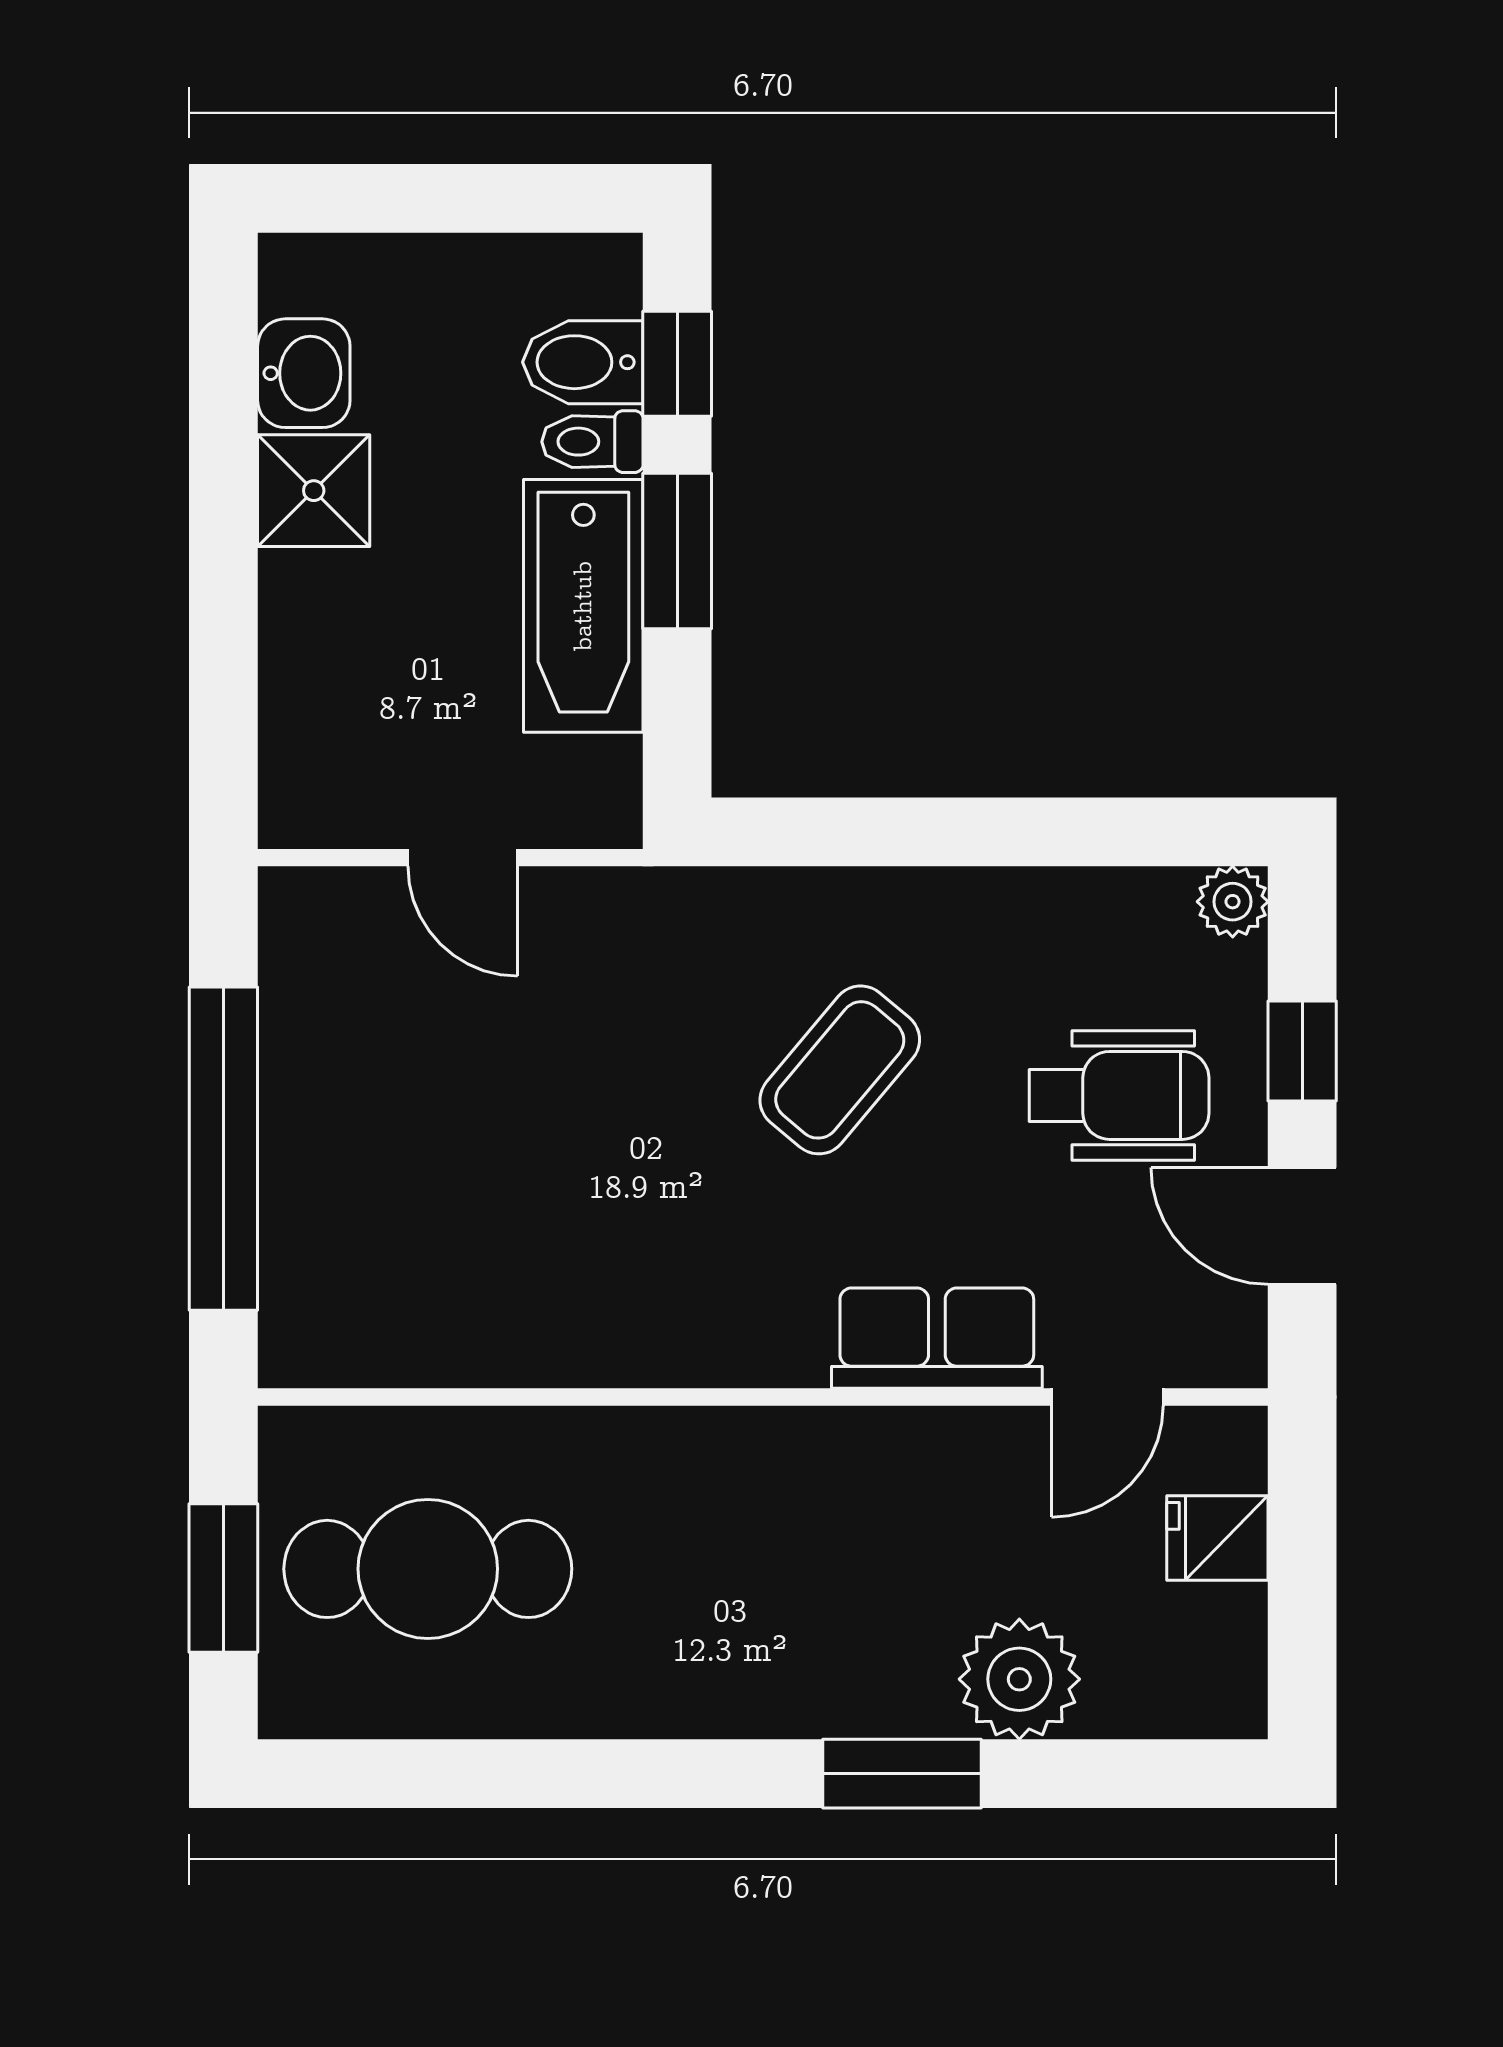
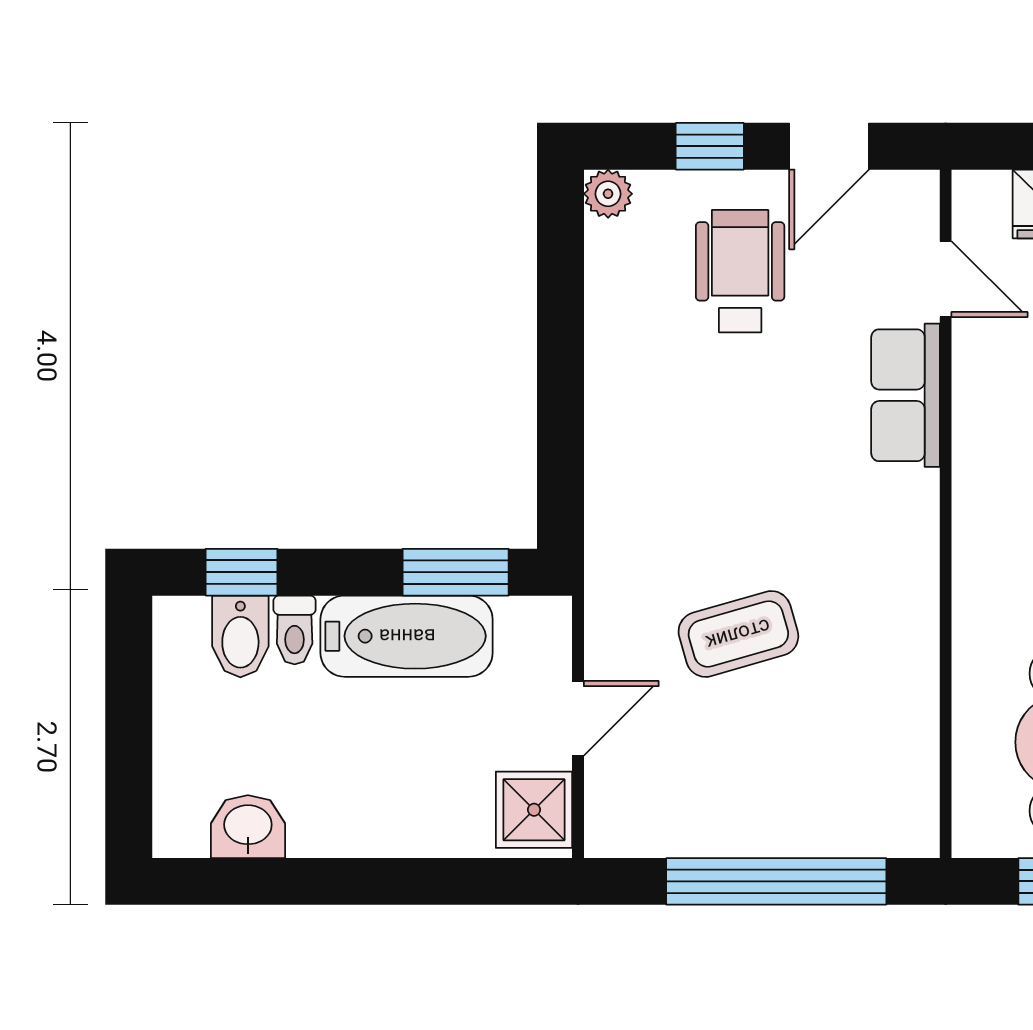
shower: (314, 491) -> (534, 810), moved
window: (677, 551) -> (456, 572), moved
coffee table: (840, 1070) -> (738, 634), moved, turned -56

